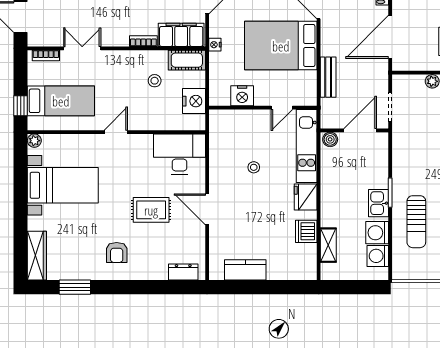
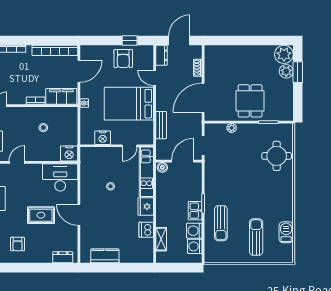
cot: (187, 60) -> (65, 114), removed
nightstand: (194, 101) -> (69, 154), moved, turned 90

